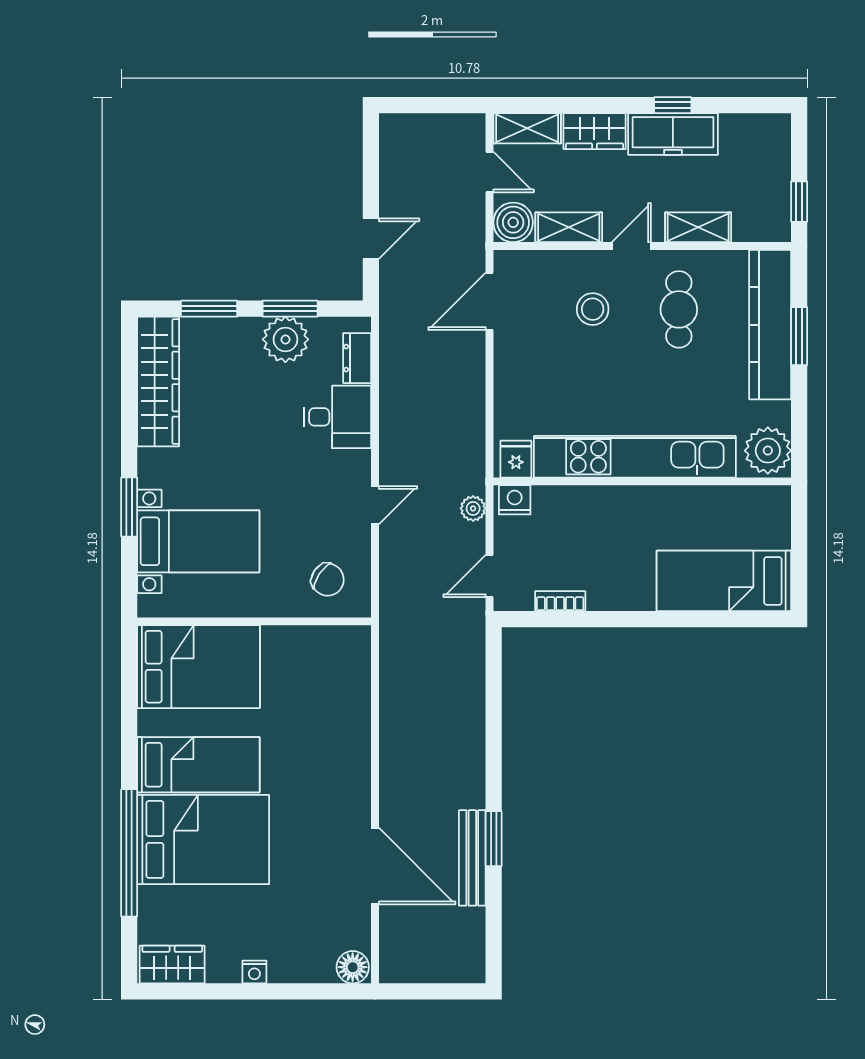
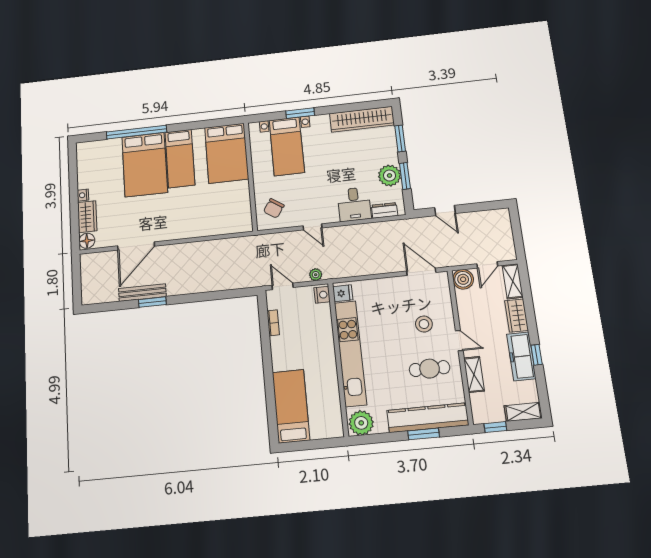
shelving: (569, 227) -> (523, 412), moved, turned 90
wardrobe: (172, 965) -> (87, 217), moved

